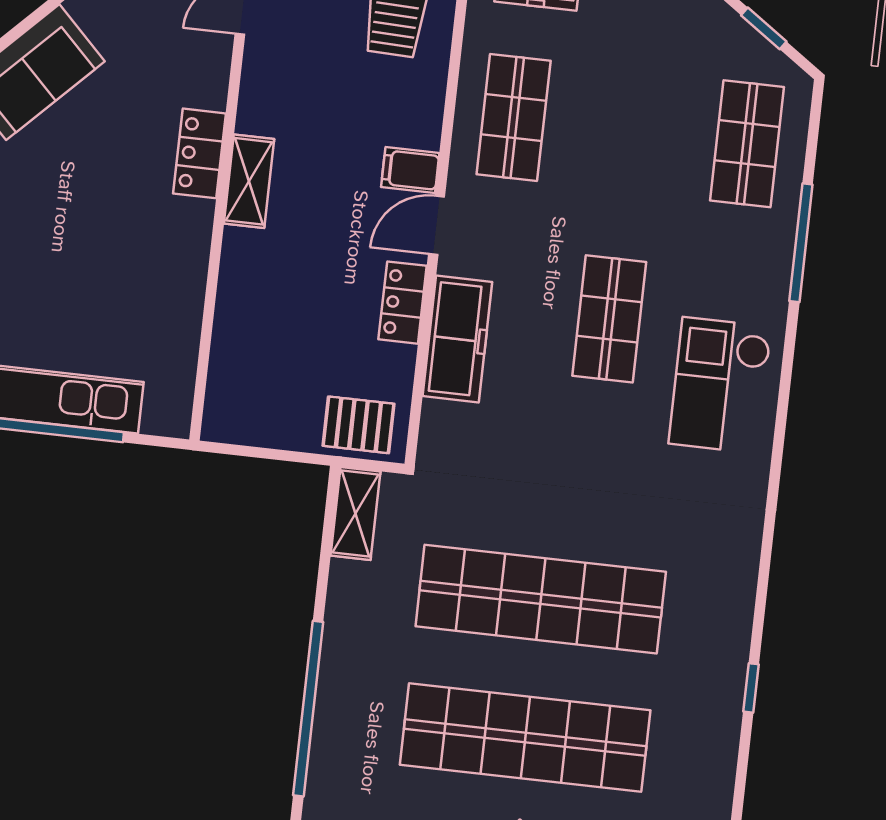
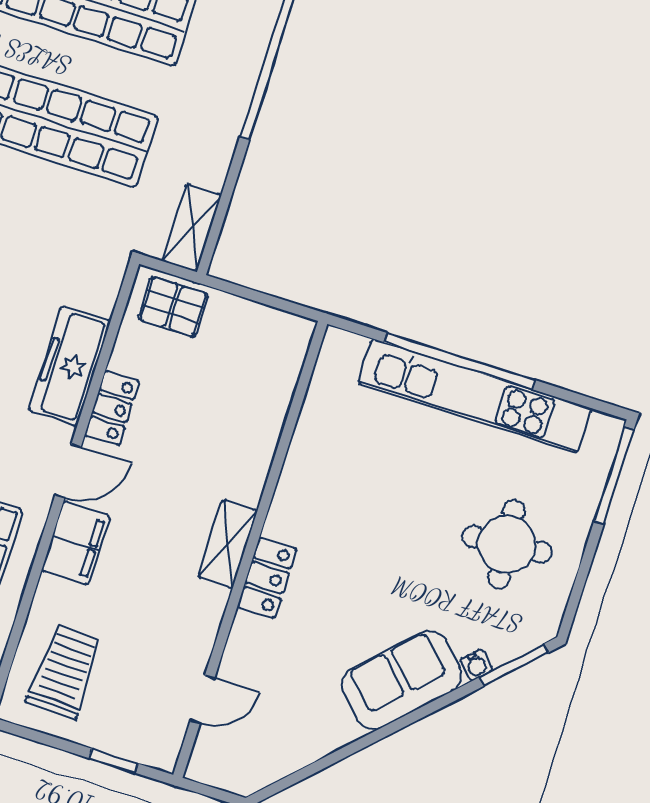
filing cabinet: (410, 170) -> (76, 543), width x2.00

